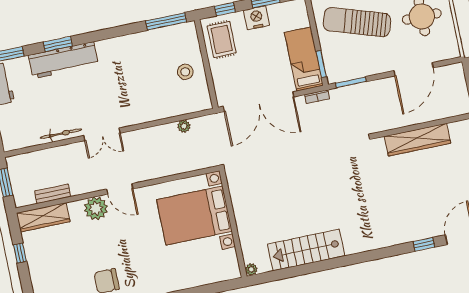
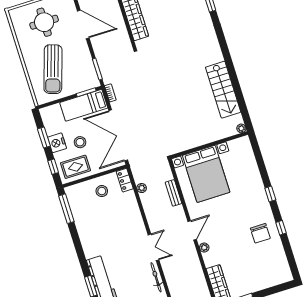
stool: (254, 49) -> (80, 142), added
double door: (259, 102) -> (118, 135), swing flipped
locker: (197, 104) -> (125, 180), added
bench: (53, 194) -> (173, 193), moved
plant: (96, 208) -> (204, 248), width x0.53, depth x0.53

